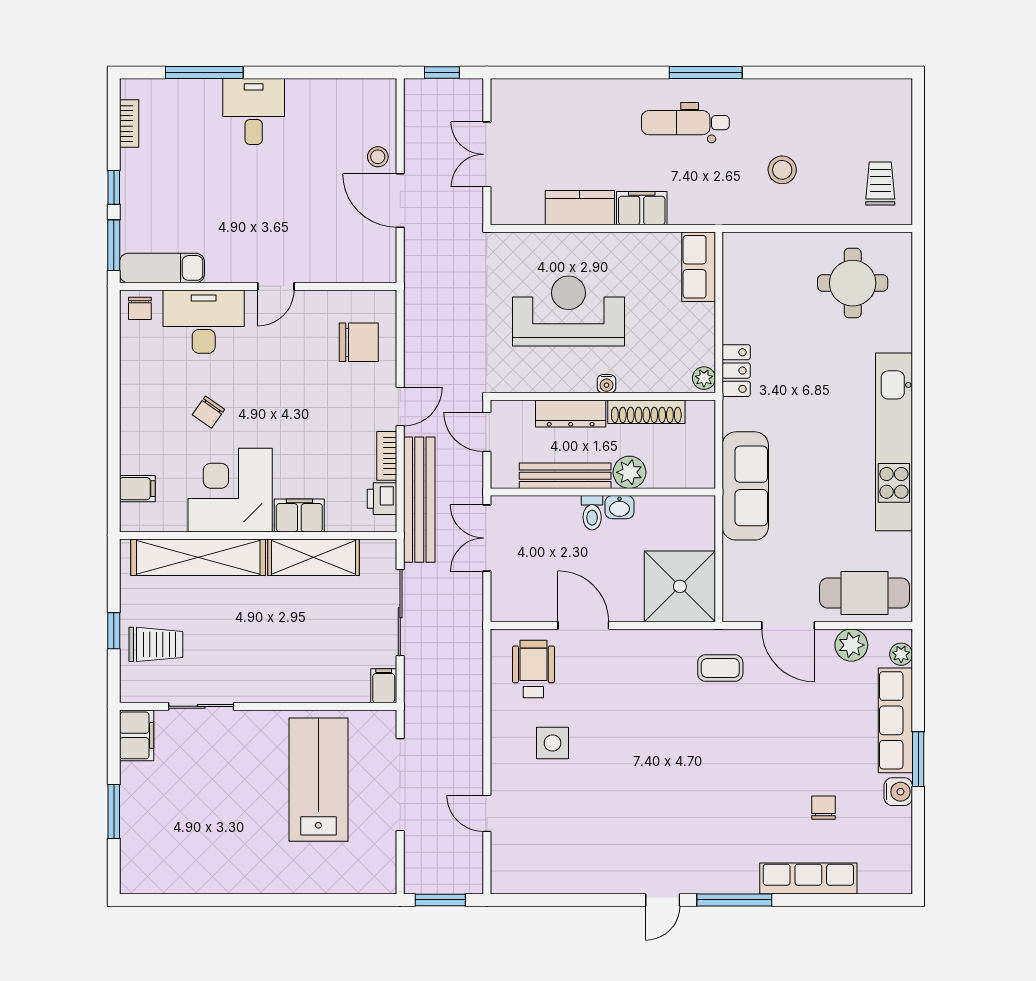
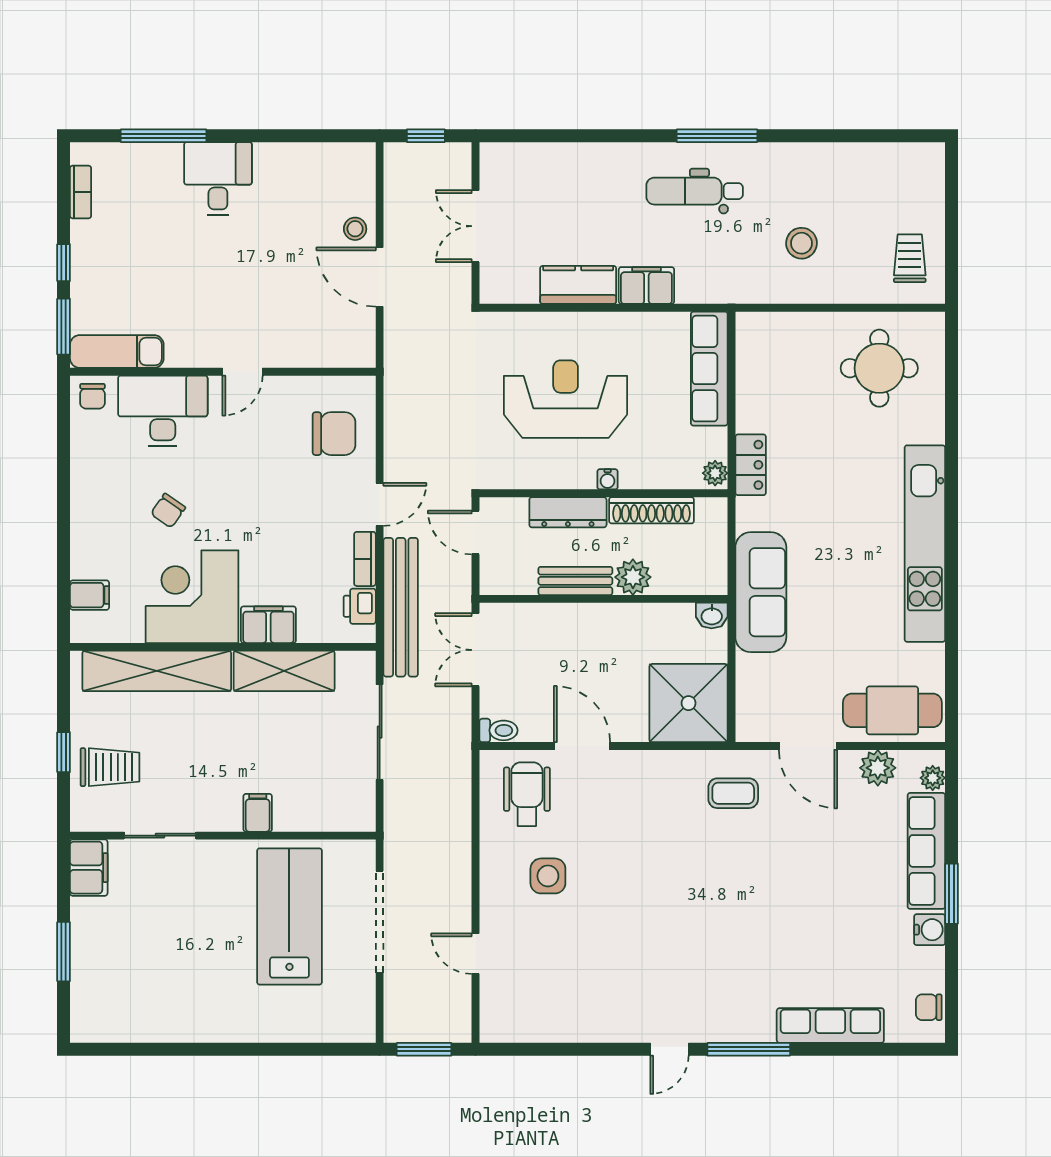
row of seats: (699, 267) -> (709, 369), width x1.48
bench: (565, 476) -> (575, 581), width x0.73
washbasin: (619, 507) -> (712, 616), moved
toilet: (592, 513) -> (499, 730), moved, turned -90
filing cabinet: (384, 686) -> (258, 813), moved
chair: (823, 808) -> (929, 1007), moved, turned -90

